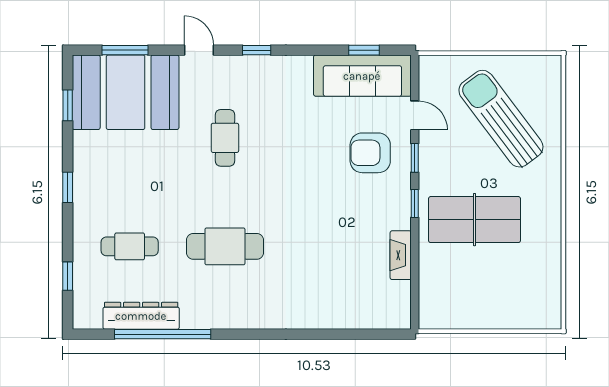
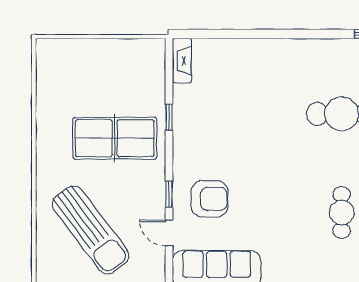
window: (415, 204) -> (169, 117), moved
fireplace: (401, 255) -> (182, 61), moved

